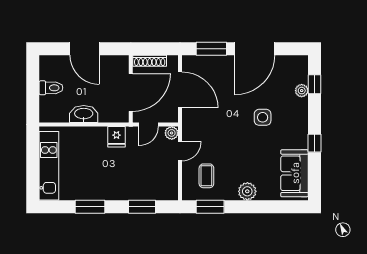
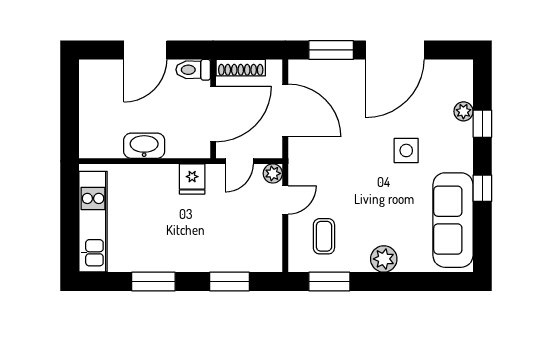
door: (85, 49) -> (145, 50), hinge flipped
window: (315, 84) -> (482, 124), moved
toilet: (51, 88) -> (193, 70), moved, turned 180
sofa: (295, 173) -> (453, 220), width x1.36

